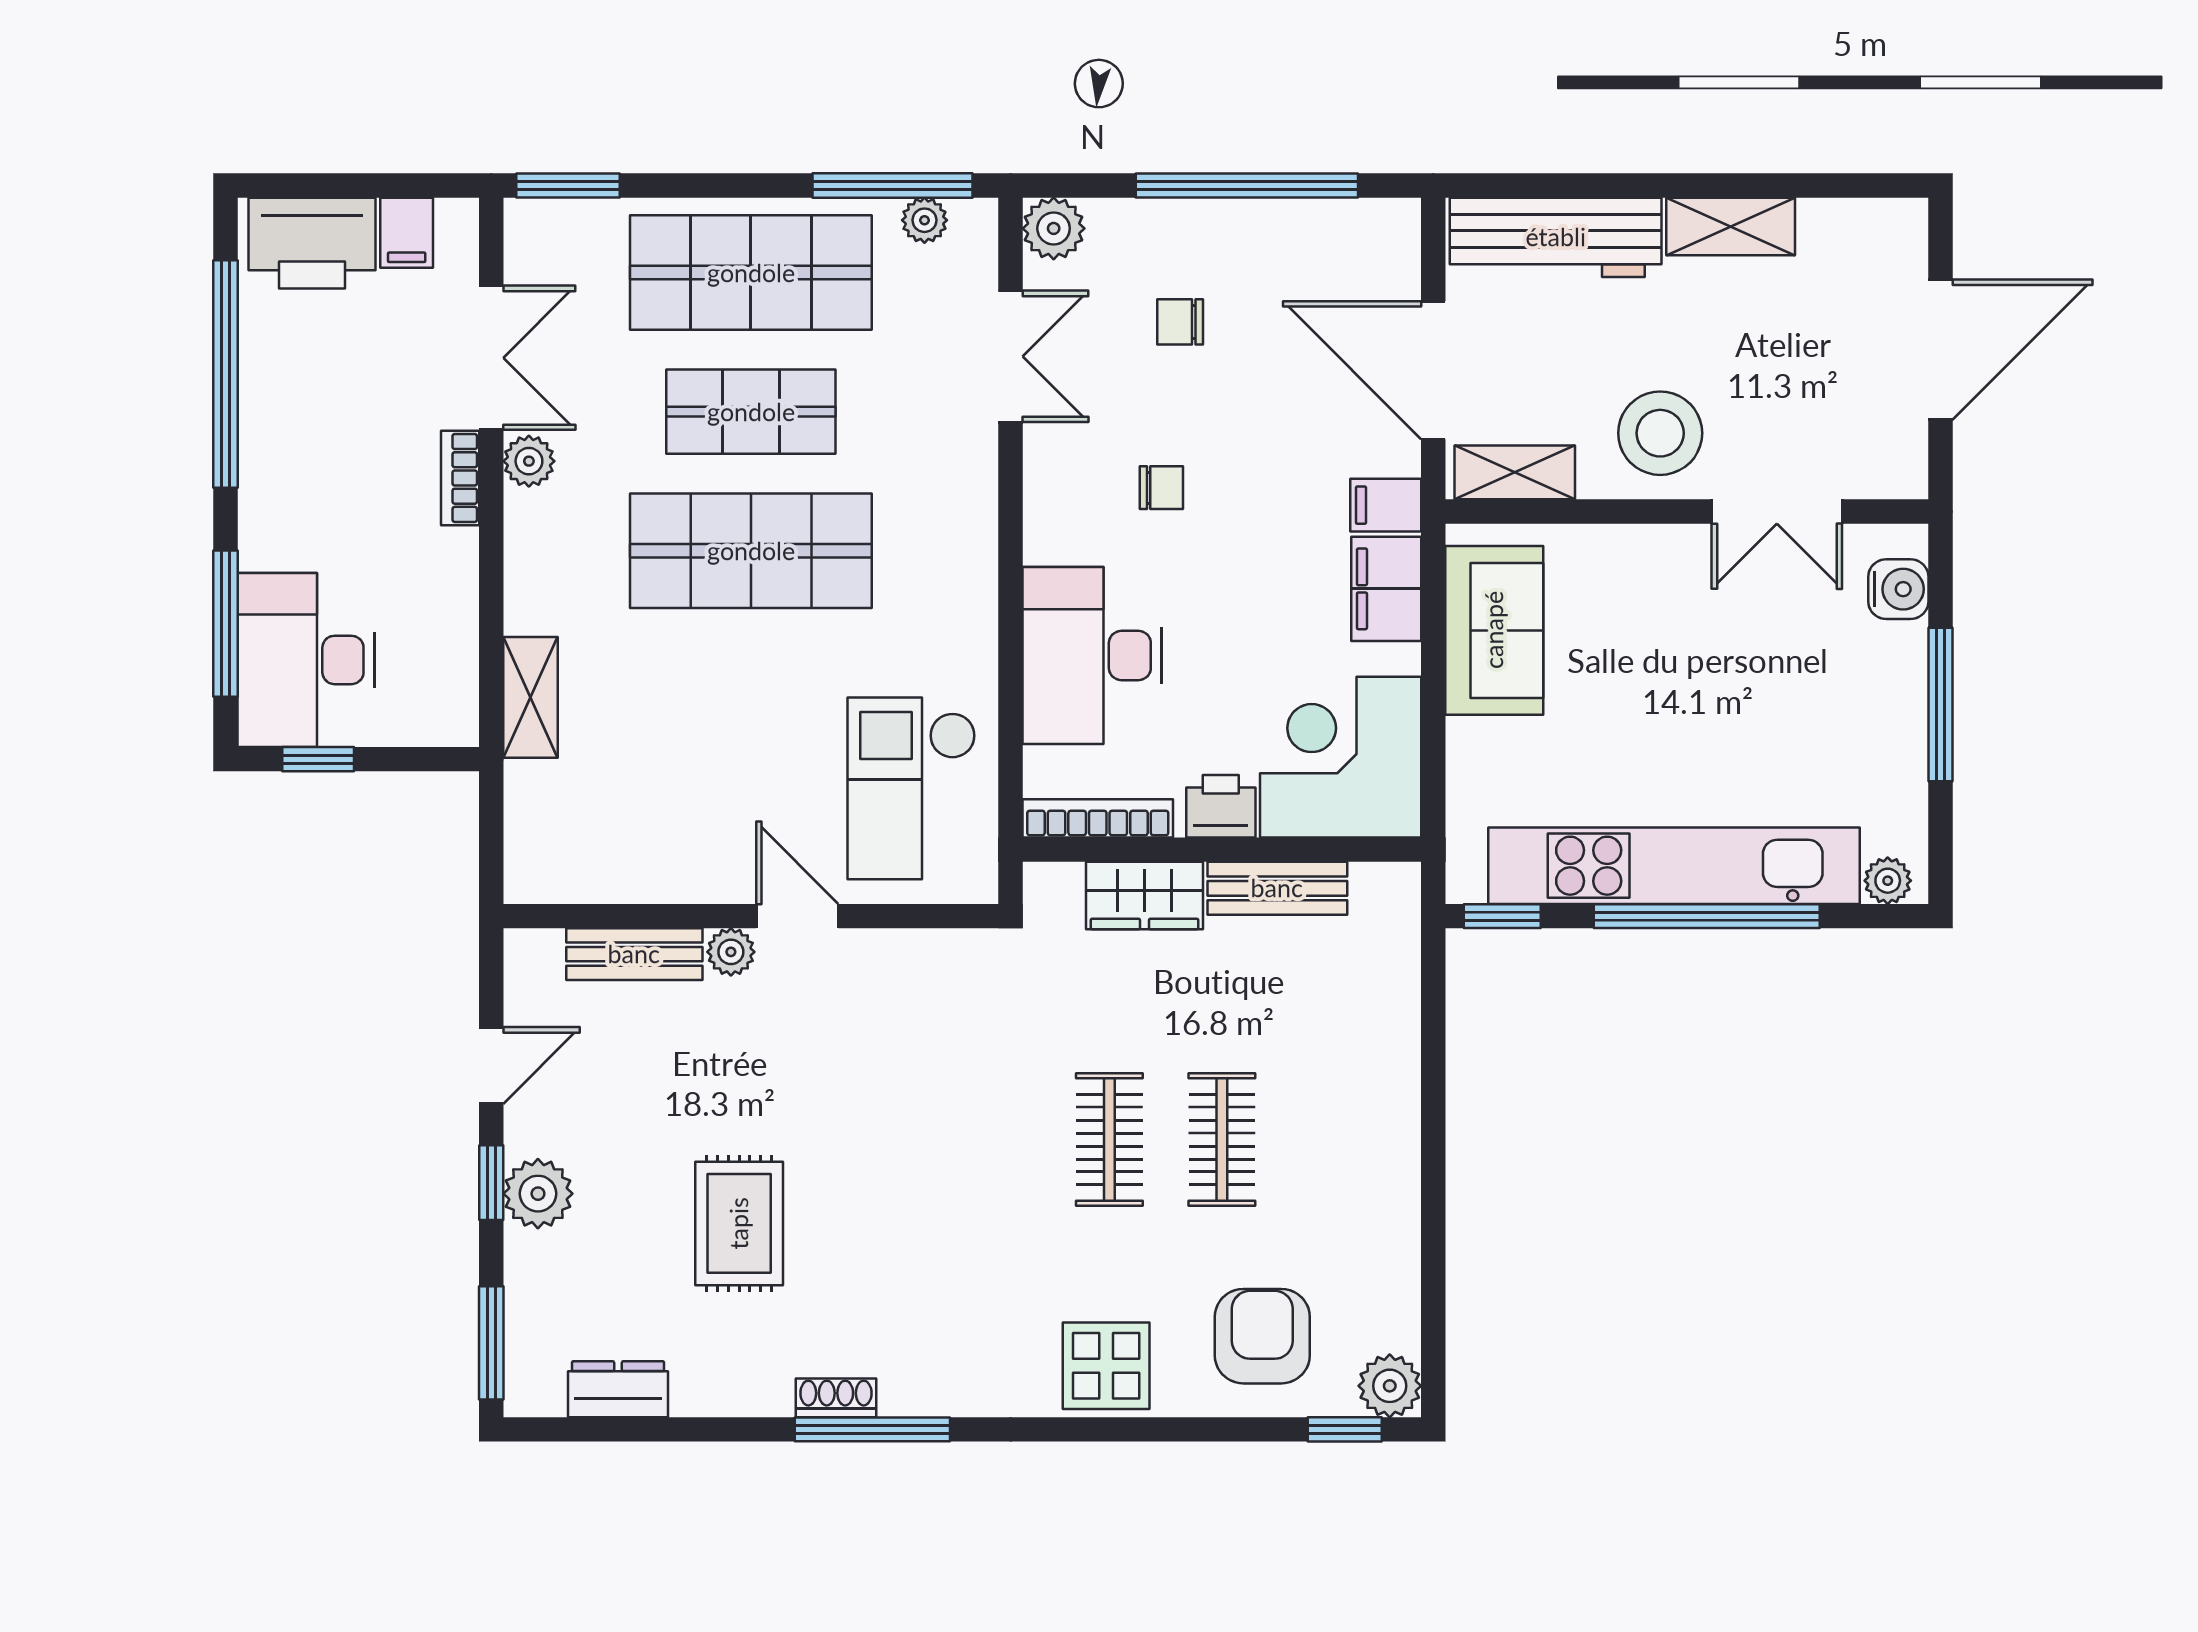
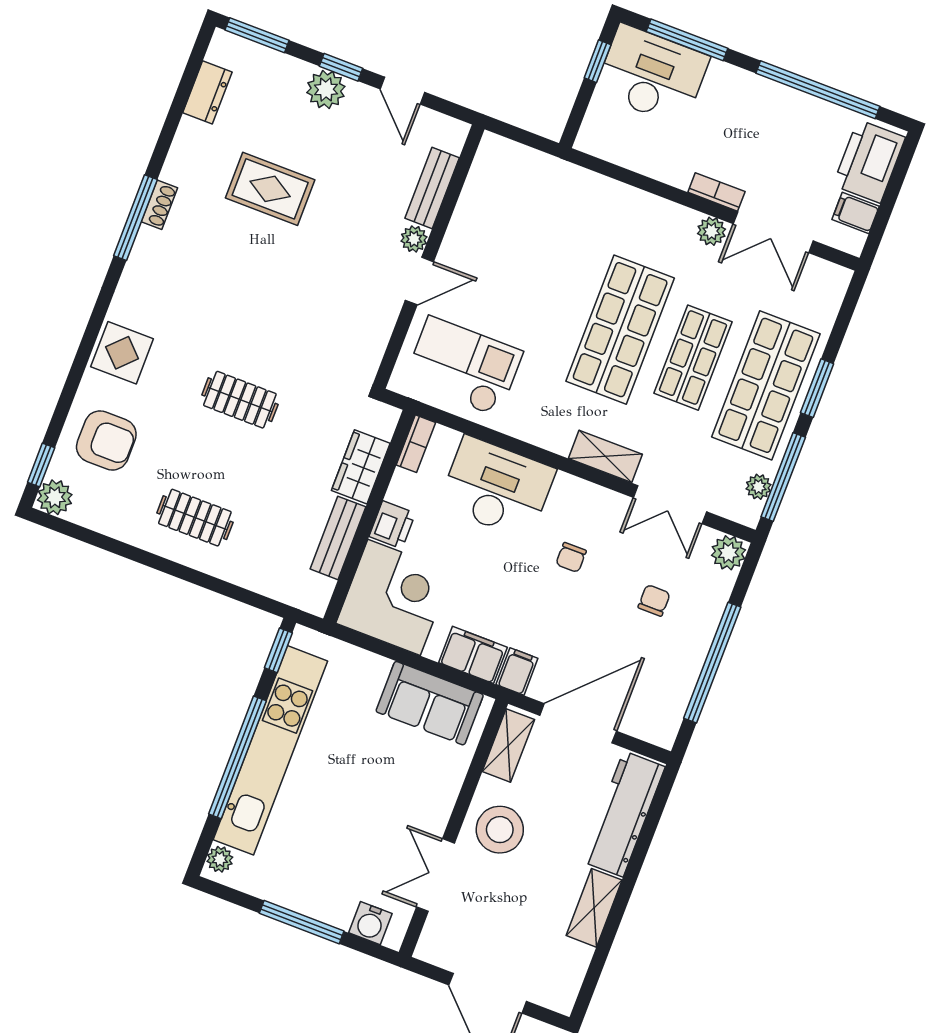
window: (568, 185) -> (817, 388), moved
shelving: (531, 697) -> (605, 456), moved
bookcase: (1098, 818) -> (416, 444), width x0.64
clothes rail: (1222, 1140) -> (195, 518), moved

